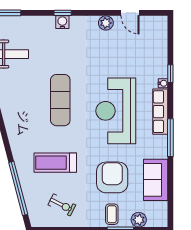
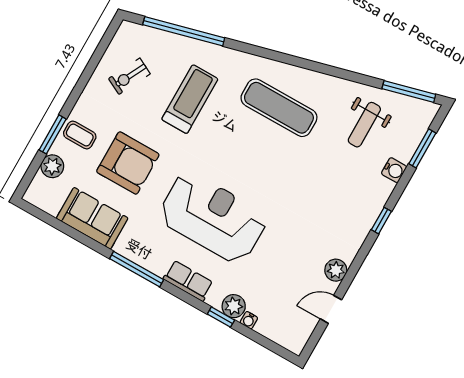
water cooler: (62, 22) -> (394, 170), moved
plant: (160, 70) -> (234, 306), added
water cooler: (163, 83) -> (249, 320), moved
exercise mat: (60, 100) -> (279, 108), moved
row of seats: (160, 112) -> (188, 281), width x0.68

